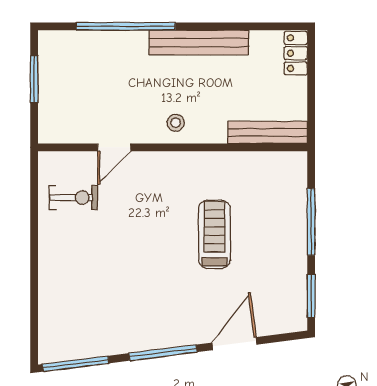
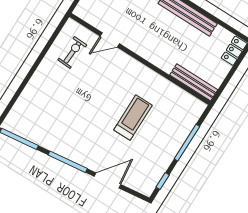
stool: (176, 123) -> (149, 47), removed
exercise bike: (74, 198) -> (72, 52), turned -87
window: (311, 296) -> (163, 181), width x0.67

